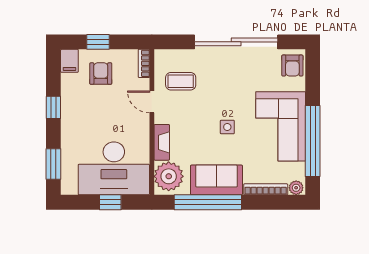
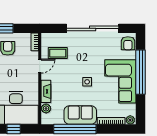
door: (152, 102) -> (40, 66), swing flipped
window: (313, 141) -> (141, 72), moved
plant: (169, 176) -> (46, 108), width x0.53, depth x0.53

